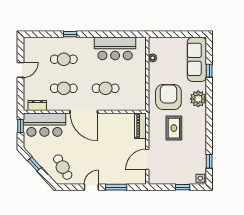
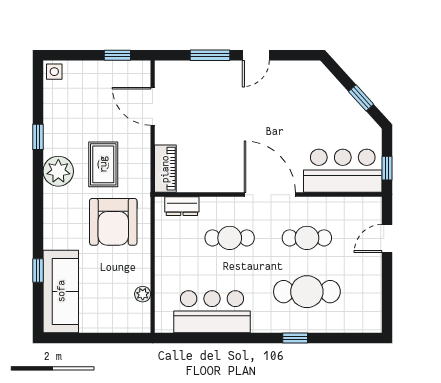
cafe table: (64, 59) -> (307, 292), width x1.37, depth x1.35
door: (20, 70) -> (387, 238), moved
plant: (198, 99) -> (58, 171), moved
dresser: (37, 105) -> (182, 206), moved
door: (147, 159) -> (153, 106), swing flipped
window: (209, 161) -> (38, 137), moved
cafe table: (63, 167) -> (309, 92), removed
window: (183, 187) -> (117, 55), moved

